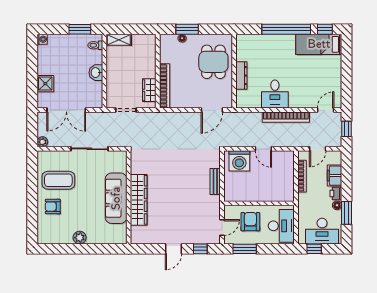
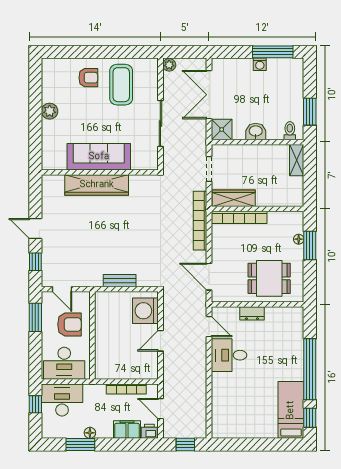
washing machine: (42, 39) -> (260, 64), moved
window: (32, 59) -> (273, 52), added
dresser: (241, 76) -> (252, 313), width x0.70
shower: (45, 84) -> (222, 130), moved
wardrobe: (149, 90) -> (234, 198), width x1.50
door: (326, 110) -> (209, 327), moved
bookcase: (286, 117) -> (200, 221), moved
printer: (336, 193) -> (149, 431), moved
armchair: (53, 207) -> (88, 78), turned 90
desk: (322, 231) -> (62, 400), moved, turned 90

